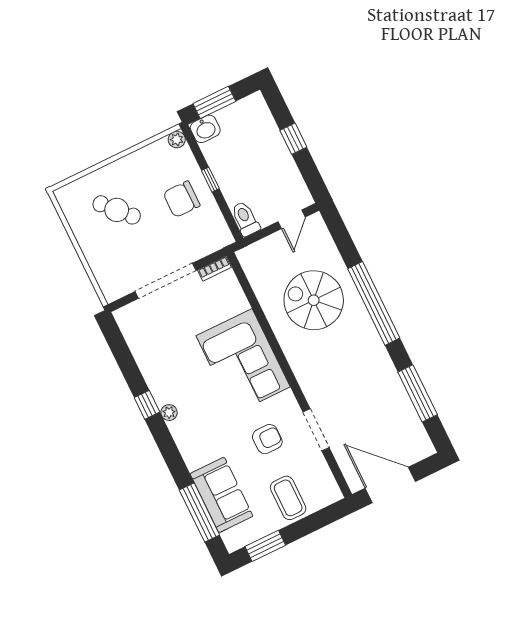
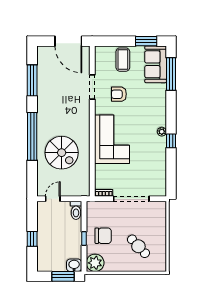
plant: (177, 140) -> (95, 263), width x1.87, depth x1.87
sofa: (222, 495) -> (156, 64), moved

